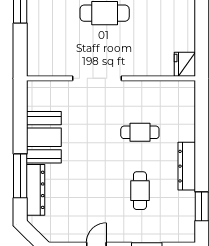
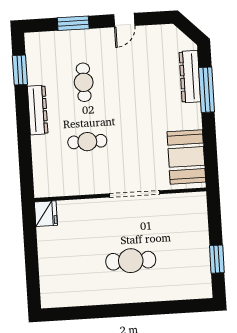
booth: (44, 137) -> (186, 157), moved

